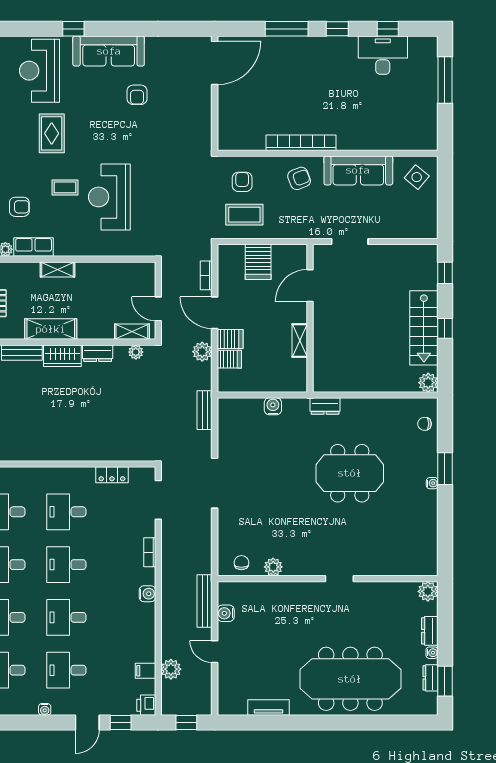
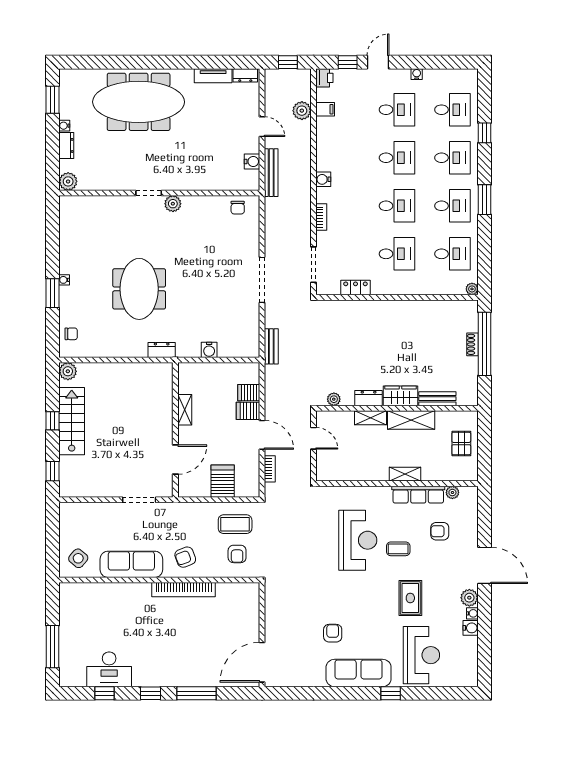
row of seats: (34, 247) -> (418, 495), width x1.48
shelving: (132, 332) -> (371, 418), moved
plant: (202, 352) -> (273, 399), removed
meeting table: (350, 473) -> (139, 289), turned 90
plant: (273, 567) -> (173, 204), moved
dresser: (430, 678) -> (245, 75), moved, turned 90

